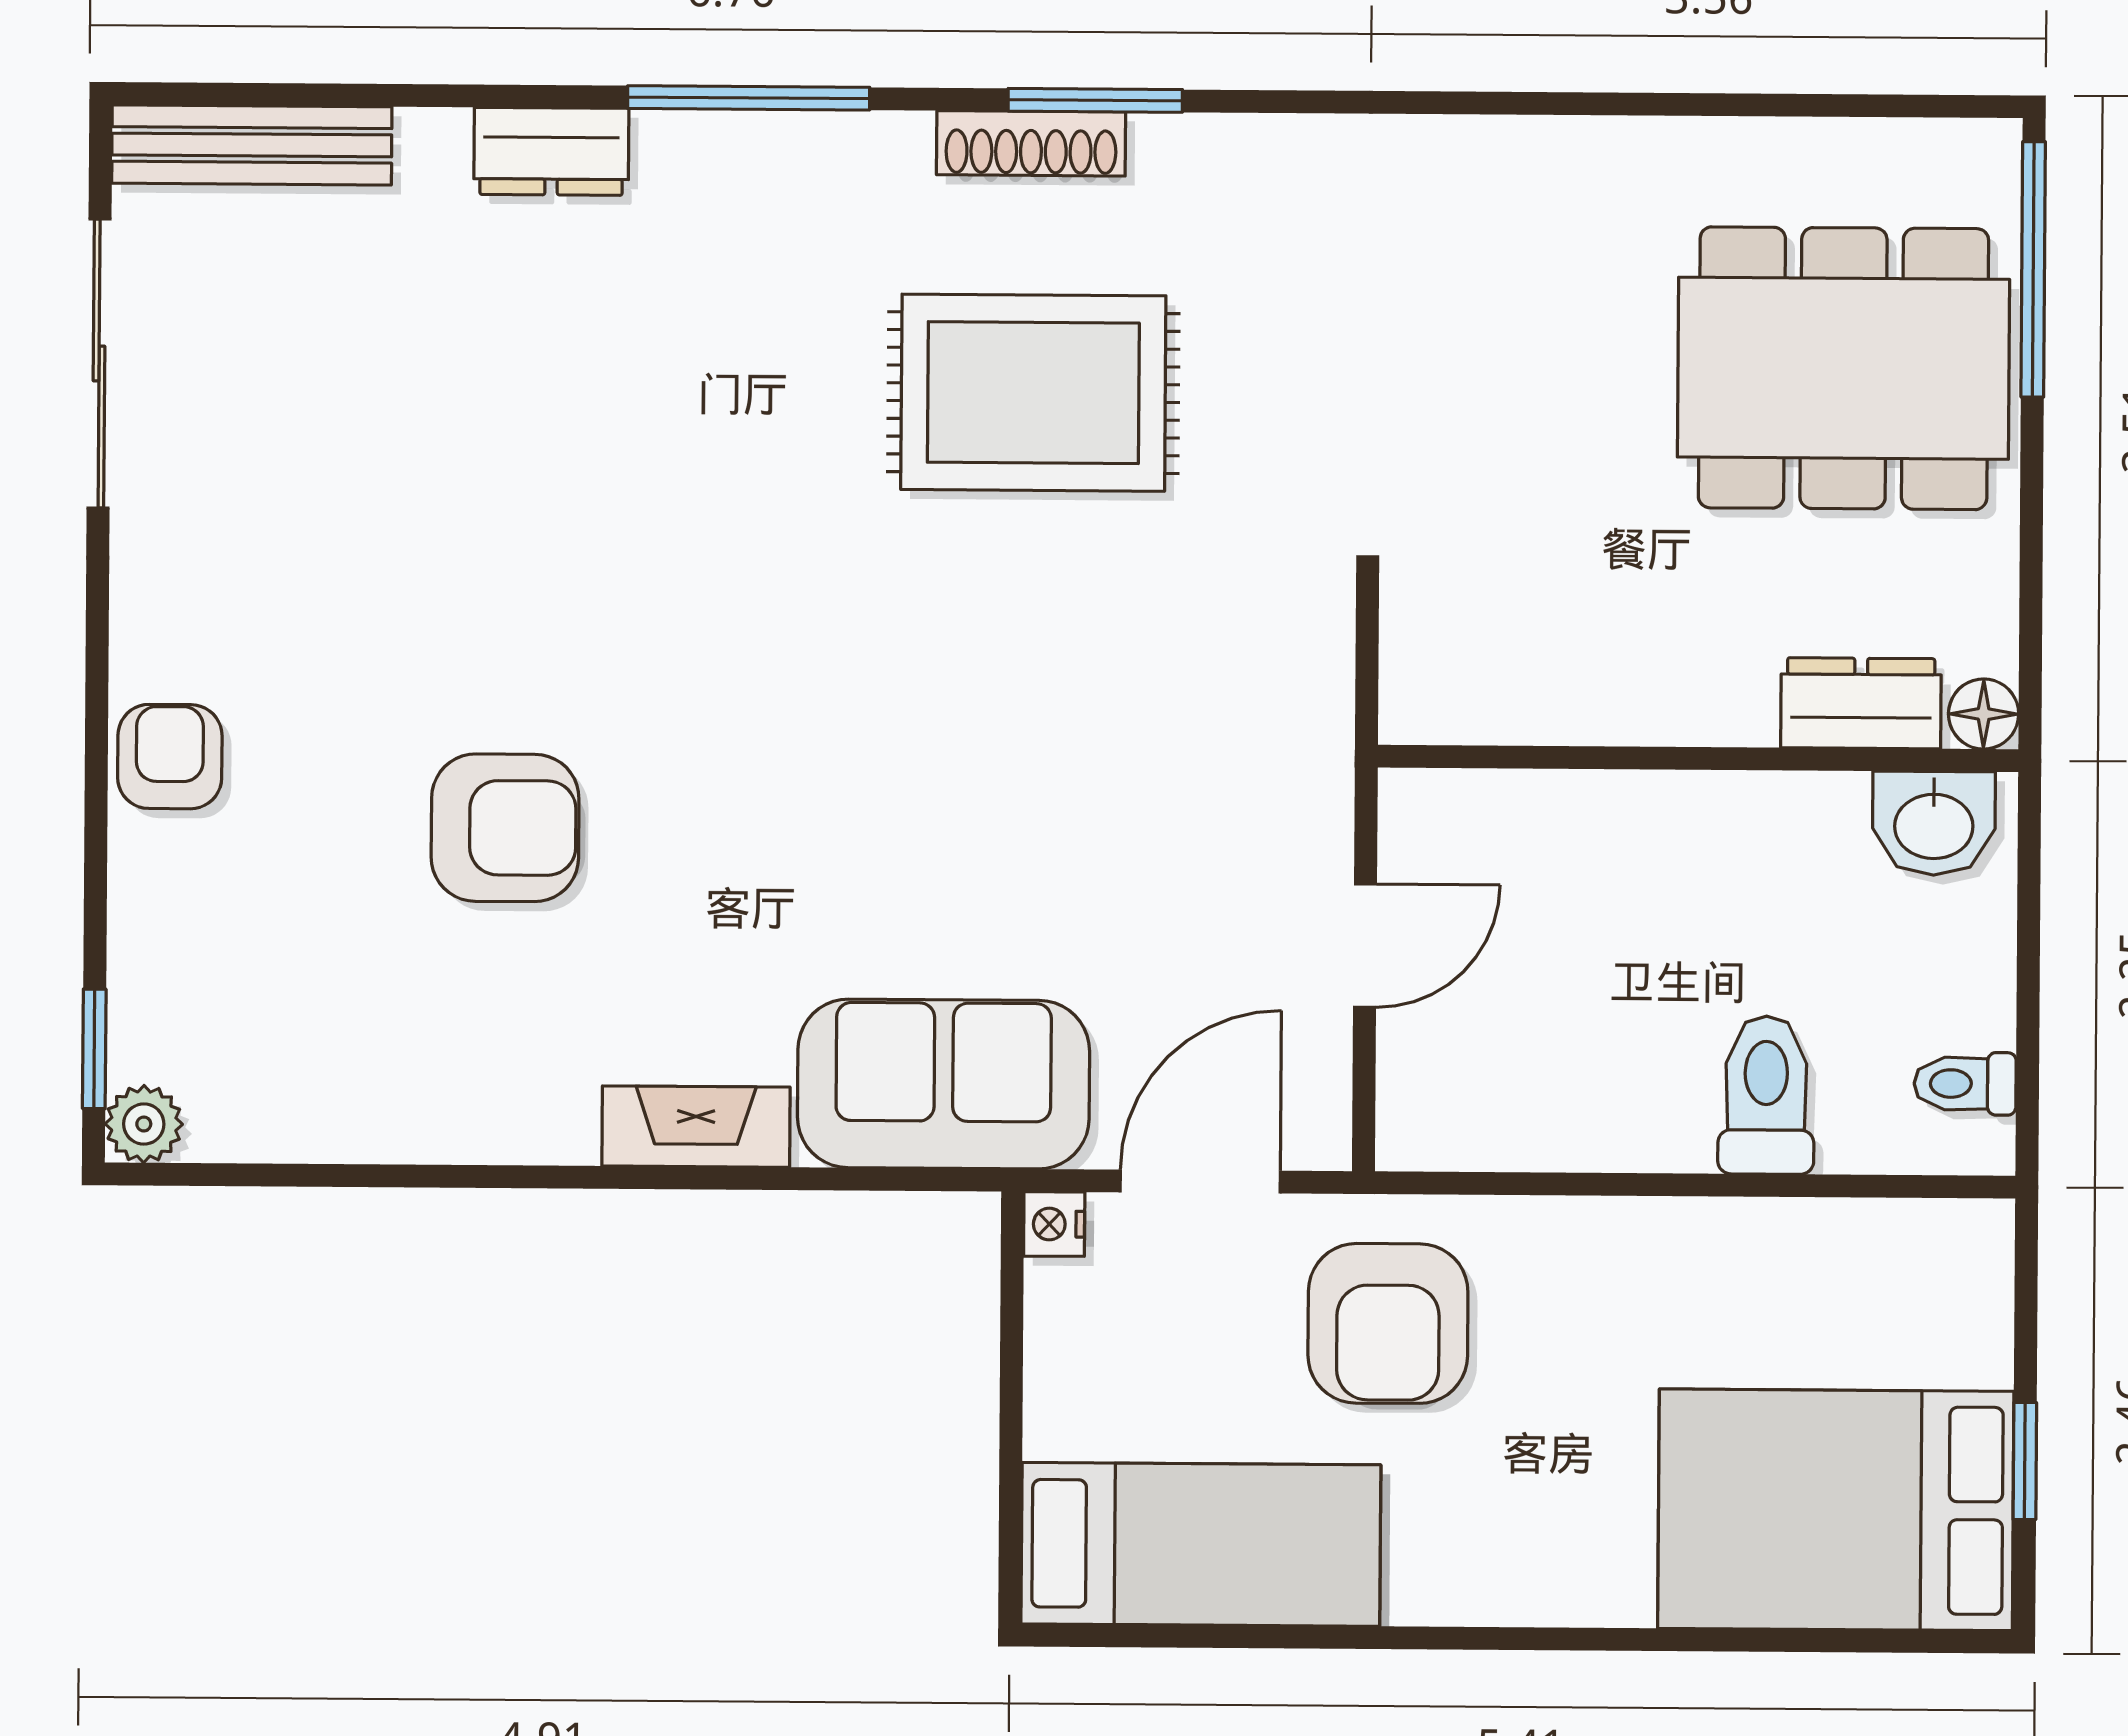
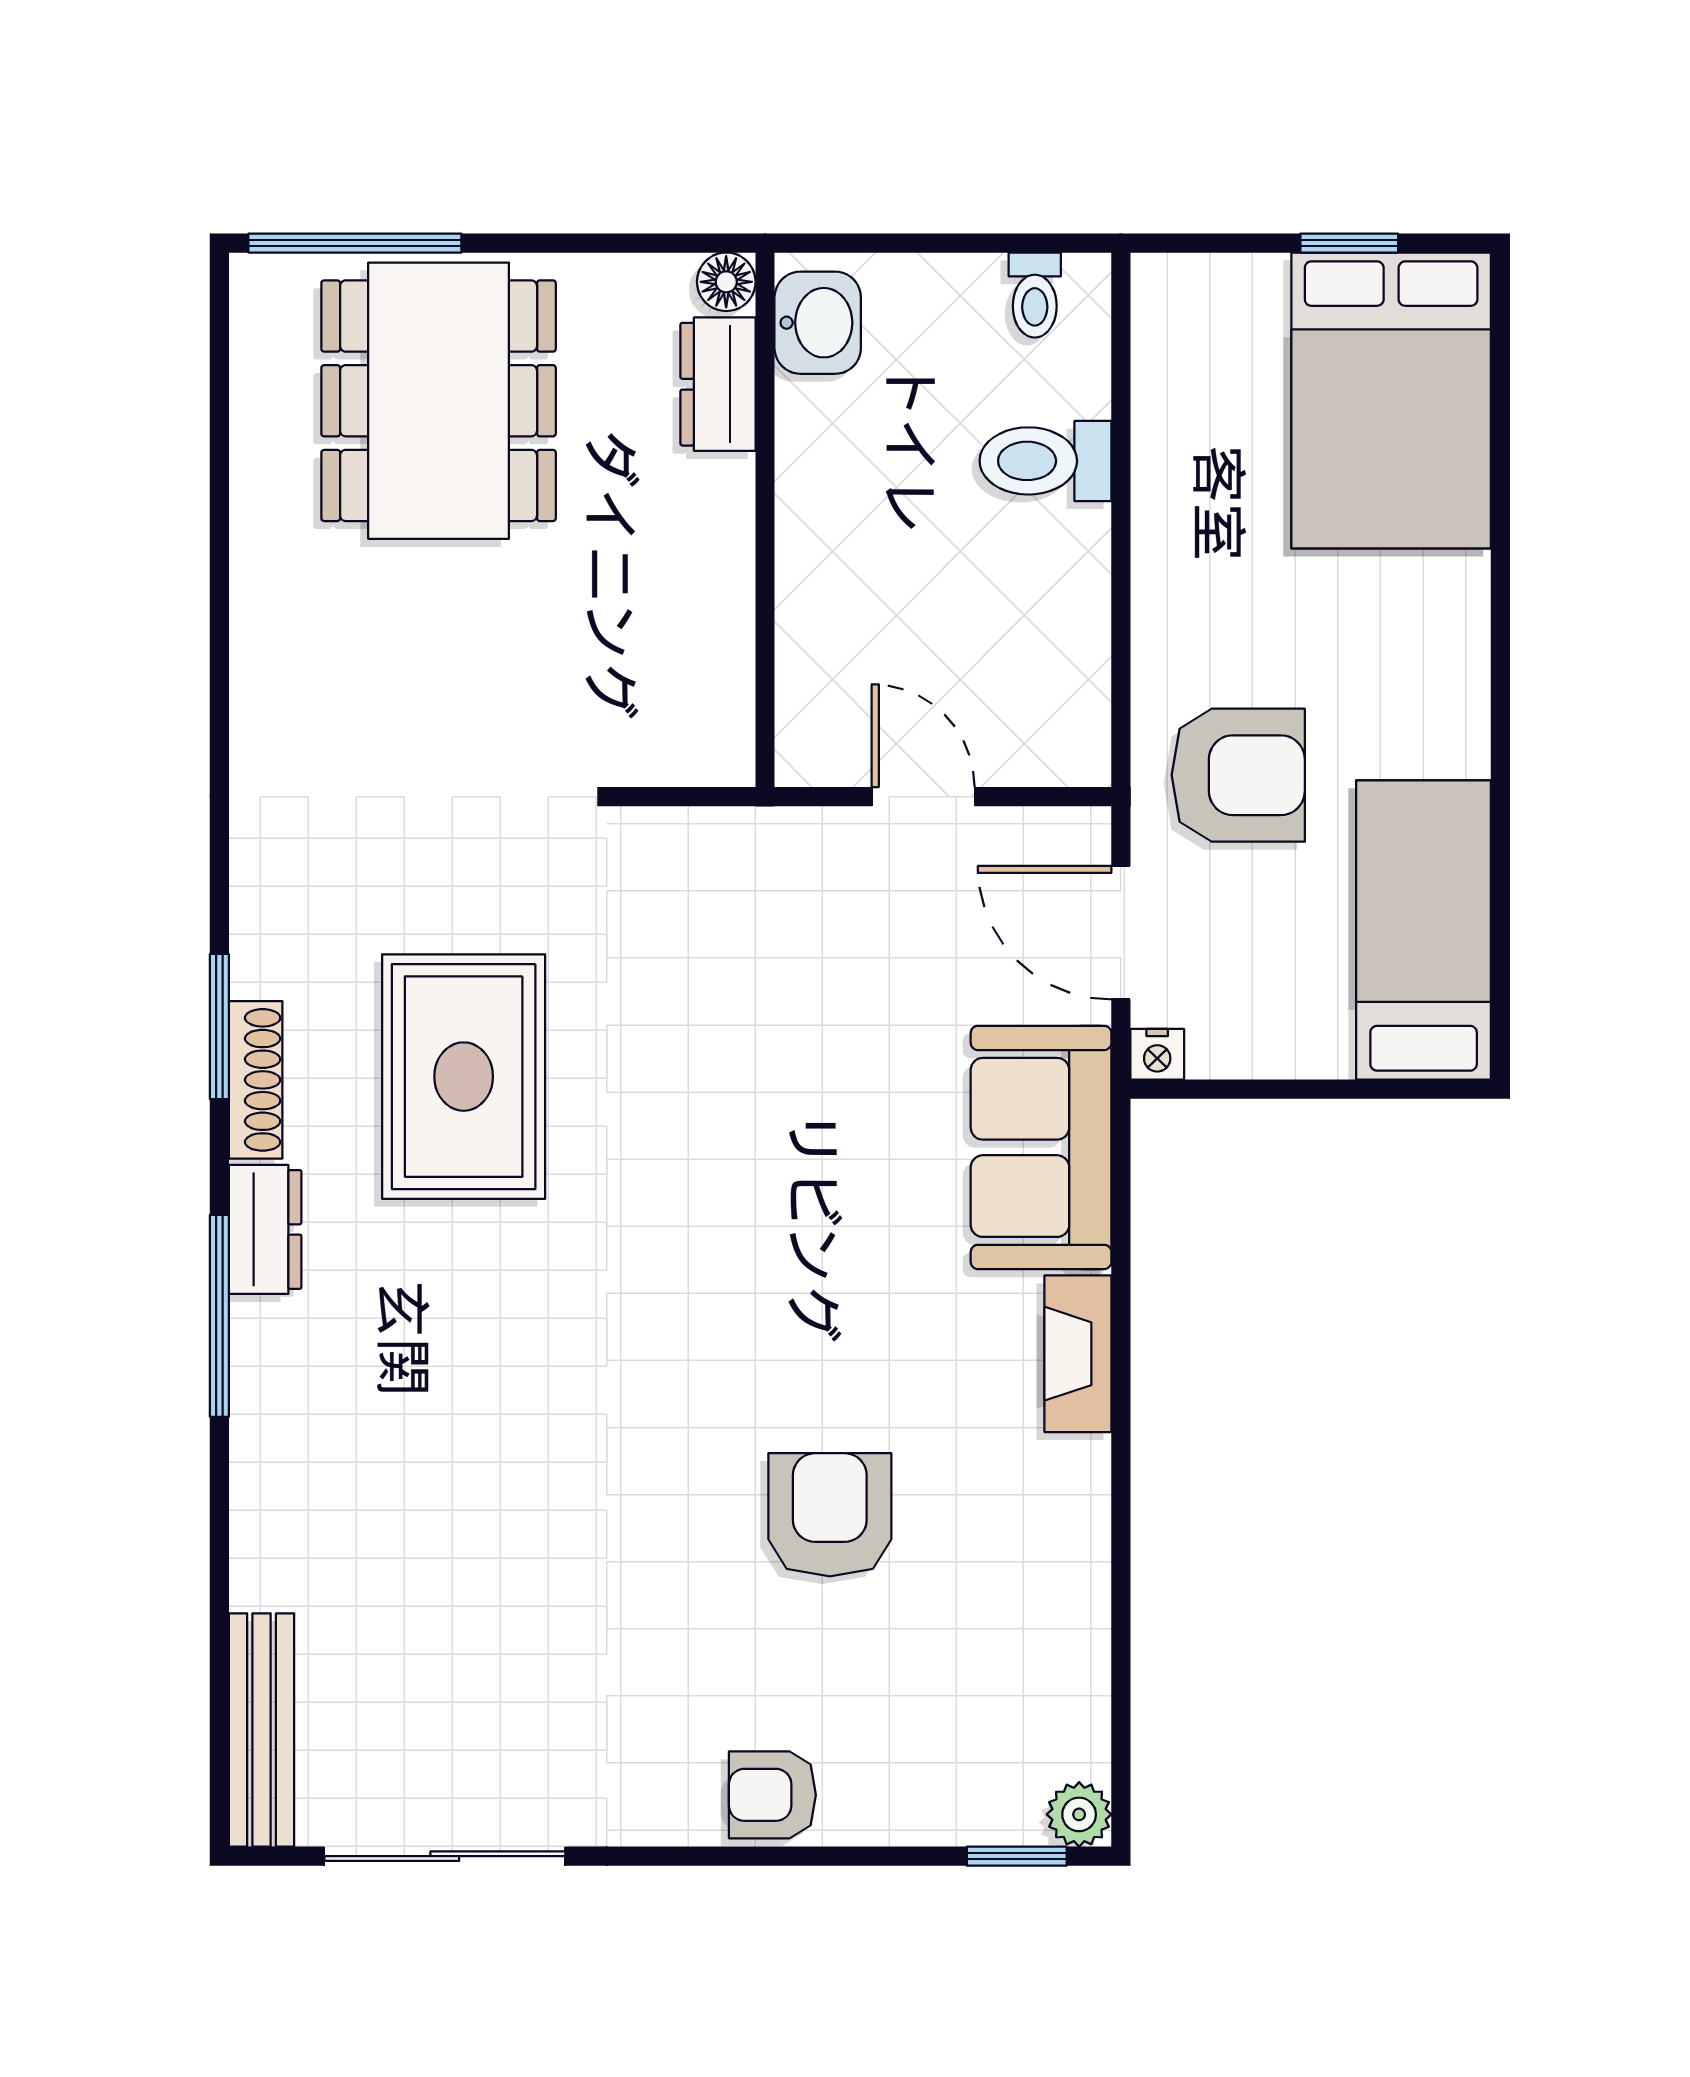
dresser: (551, 151) -> (265, 1229), moved

